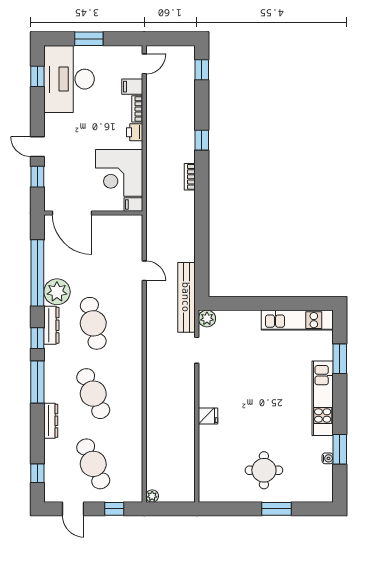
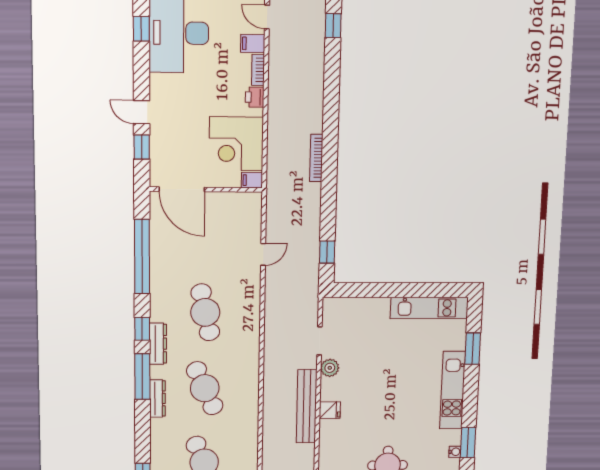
door: (144, 64) -> (267, 17), swing flipped
window: (202, 140) -> (327, 252), moved
bookcase: (190, 177) -> (316, 158), width x1.56
door: (144, 271) -> (263, 254), hinge flipped
plant: (57, 292) -> (164, 278), removed
bench: (186, 297) -> (307, 406), moved
plant: (207, 318) -> (330, 368), moved
dresser: (51, 325) -> (158, 344), moved
dresser: (51, 421) -> (157, 398), moved

